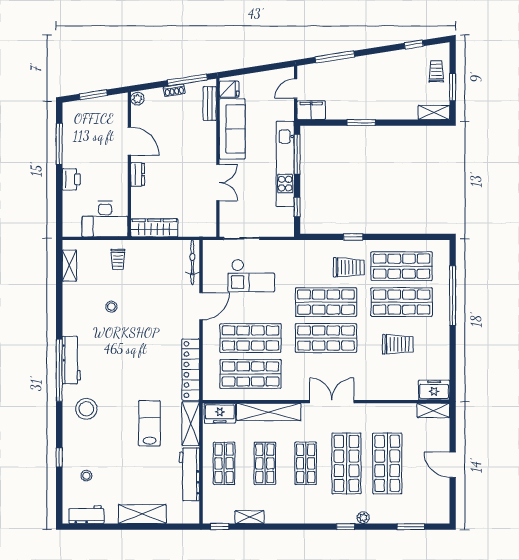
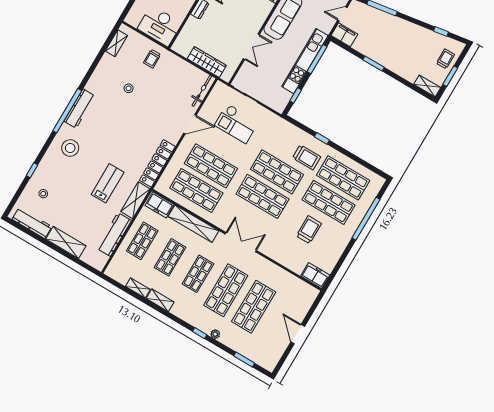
wardrobe: (154, 228) -> (207, 62), moved
trolley: (398, 344) -> (309, 230), turned -90
shelving: (433, 410) -> (160, 300), moved
workbench: (86, 515) -> (32, 223), width x1.38
window: (219, 527) -> (113, 282), removed

